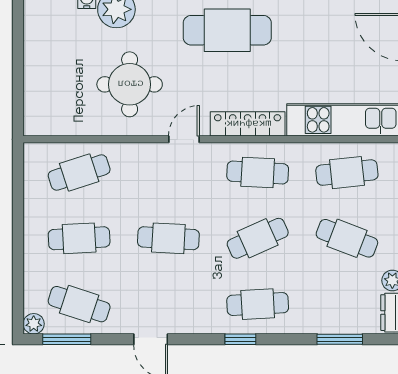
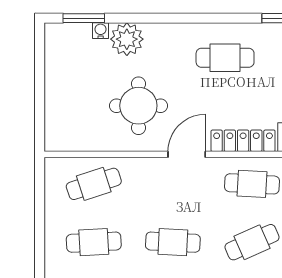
cafe table: (227, 30) -> (225, 58), width x0.73, depth x0.74
door: (184, 139) -> (187, 154), width x1.38

